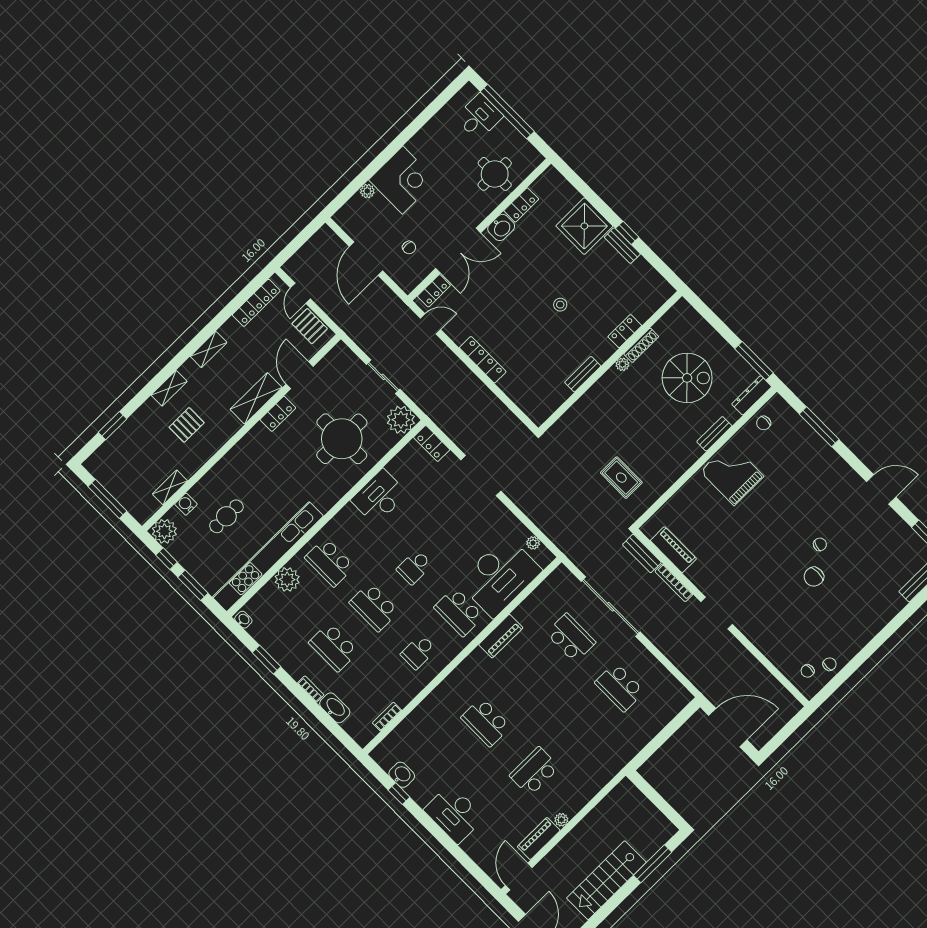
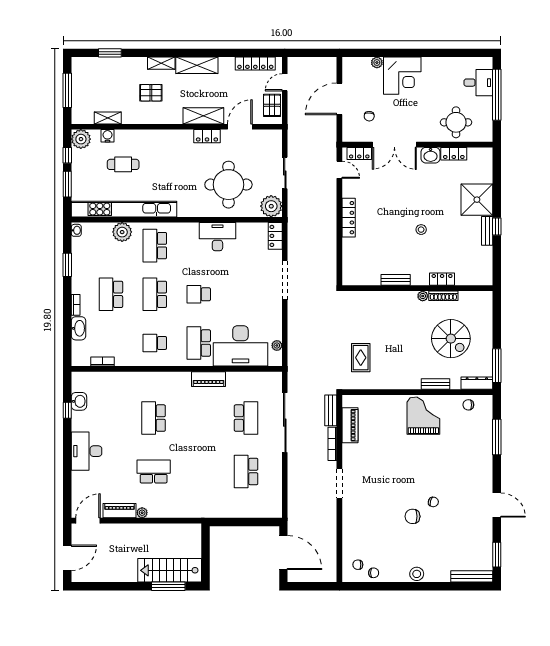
shelving: (209, 349) -> (197, 65), width x1.50, depth x1.33
stool: (870, 626) -> (417, 574), added
stairs: (606, 880) -> (170, 570), moved

